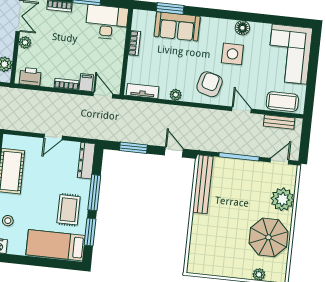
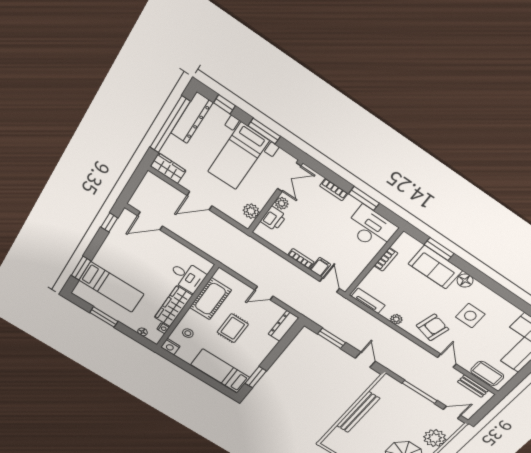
floor lamp: (242, 28) -> (465, 281), moved
printer: (30, 77) -> (273, 219), moved, turned 90
bench: (203, 184) -> (358, 412), moved
window: (94, 193) -> (276, 352), removed
rug: (69, 210) -> (233, 328), moved

